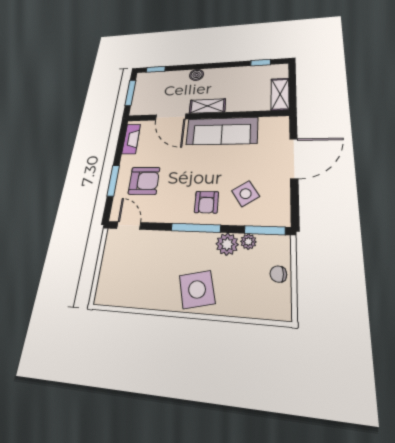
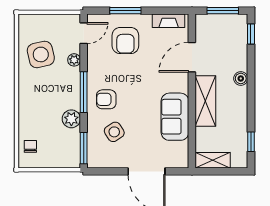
shelving: (207, 106) -> (205, 101), width x1.50, depth x1.33
sofa: (222, 131) -> (175, 117), width x0.73
plant: (248, 242) -> (74, 60), moved
chair: (278, 274) -> (30, 146), moved
side table: (197, 289) -> (41, 54), moved

